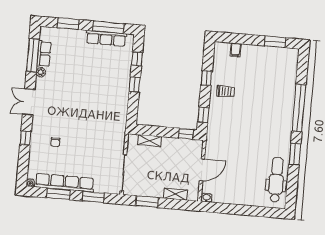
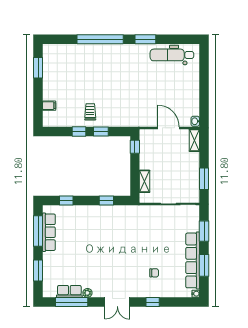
window: (135, 84) -> (106, 201), moved
window: (203, 115) -> (101, 131), moved
shelving: (175, 194) -> (194, 140), moved

